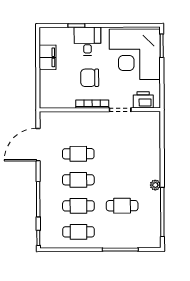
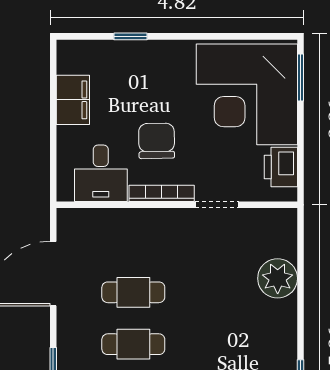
desk: (87, 41) -> (101, 173), moved, turned 180
chair: (90, 78) -> (157, 141), turned 89
printer: (143, 100) -> (281, 167), moved, turned -90
plant: (155, 185) -> (278, 278), moved, width x1.88, depth x1.88

